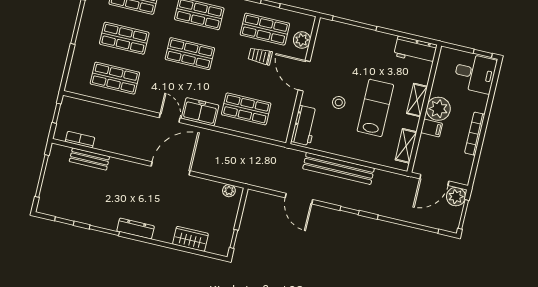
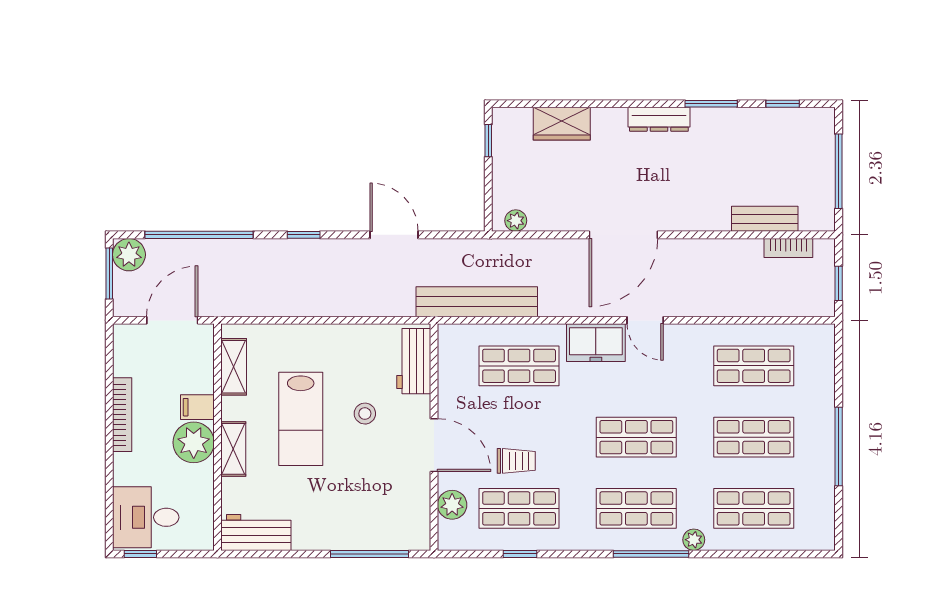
bench: (339, 168) -> (477, 302), moved
plant: (456, 197) -> (129, 255), moved

